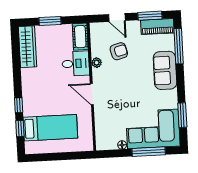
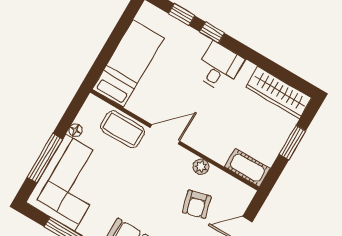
desk: (76, 64) -> (219, 67), moved, turned 180
coffee table: (104, 119) -> (123, 129), added
bed: (50, 128) -> (128, 64), moved, turned 180

